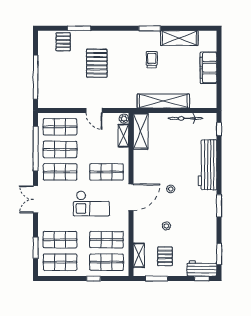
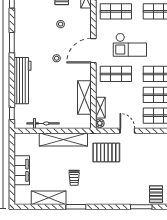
pallet: (97, 63) -> (106, 153), moved, turned 90
shelving: (141, 131) -> (84, 98), moved
checkout: (91, 203) -> (130, 45), turned 180

